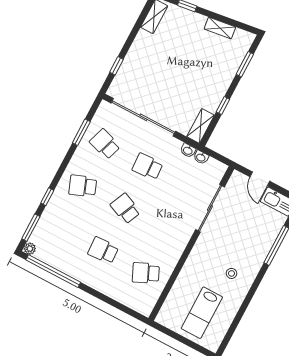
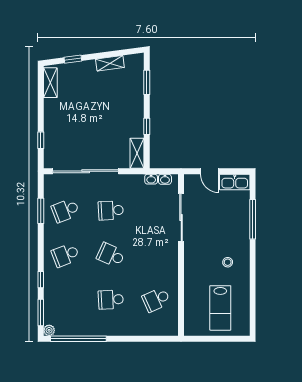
school desk: (105, 144) -> (65, 210), turned -39
washbasin: (188, 151) -> (165, 179), moved

